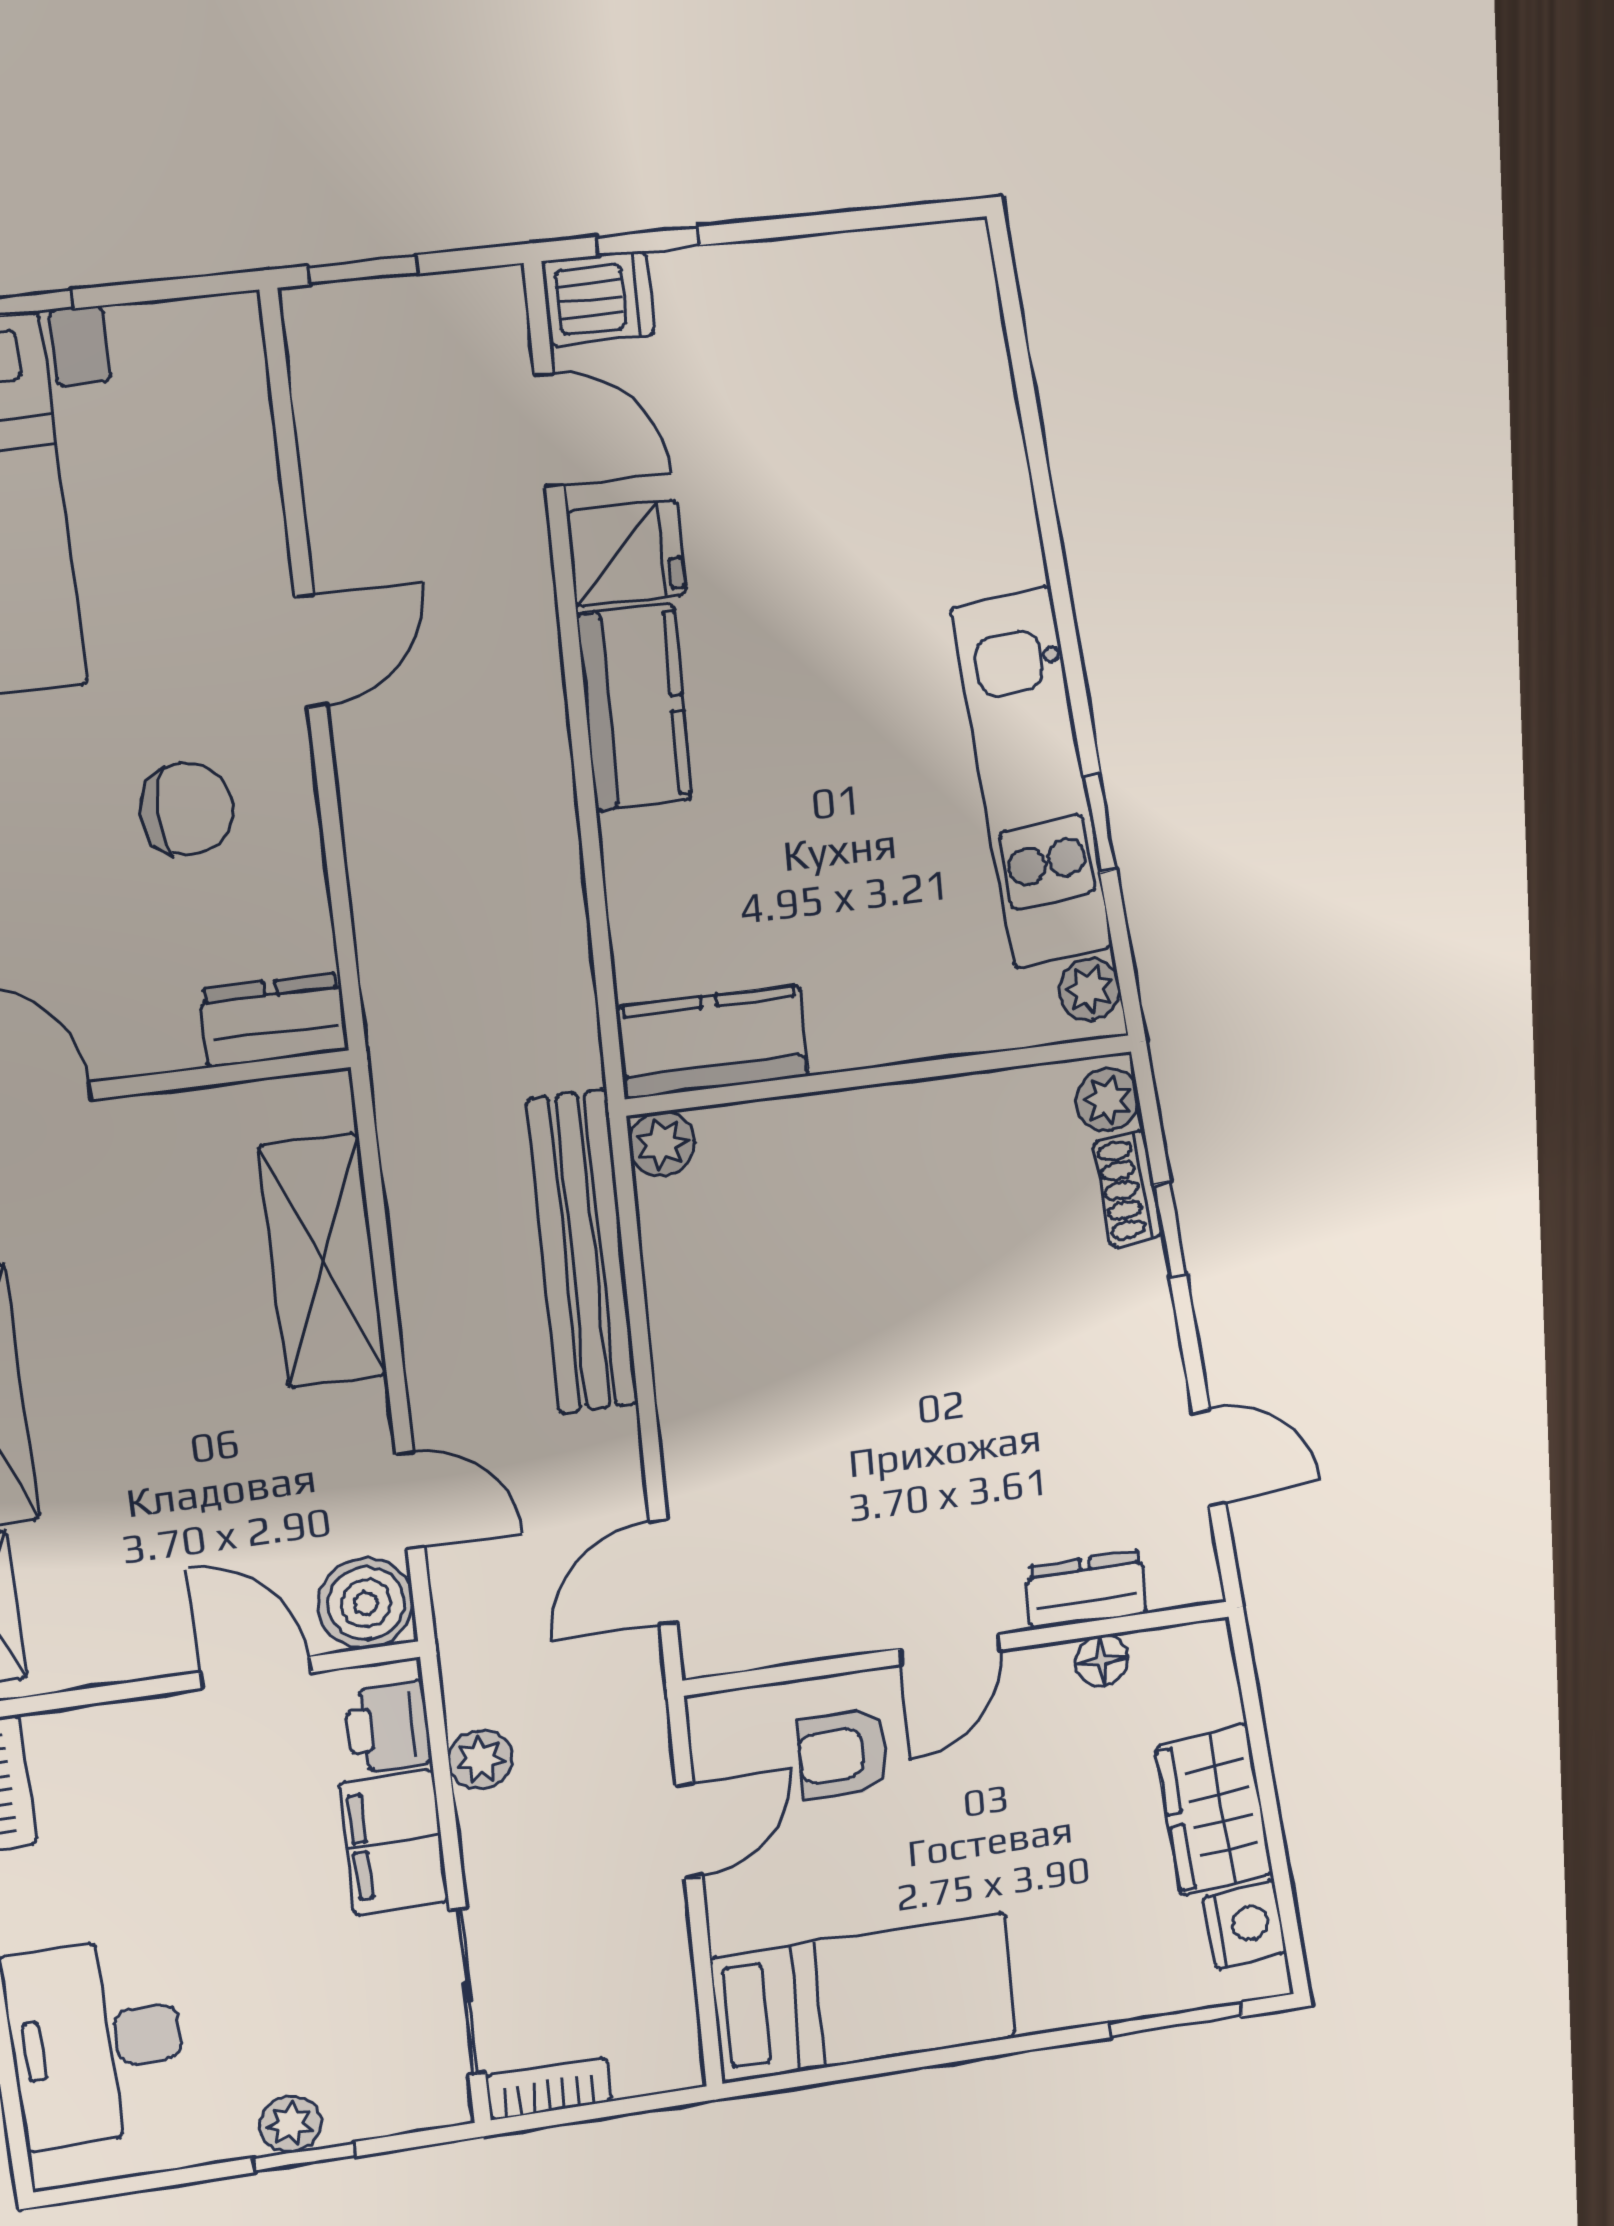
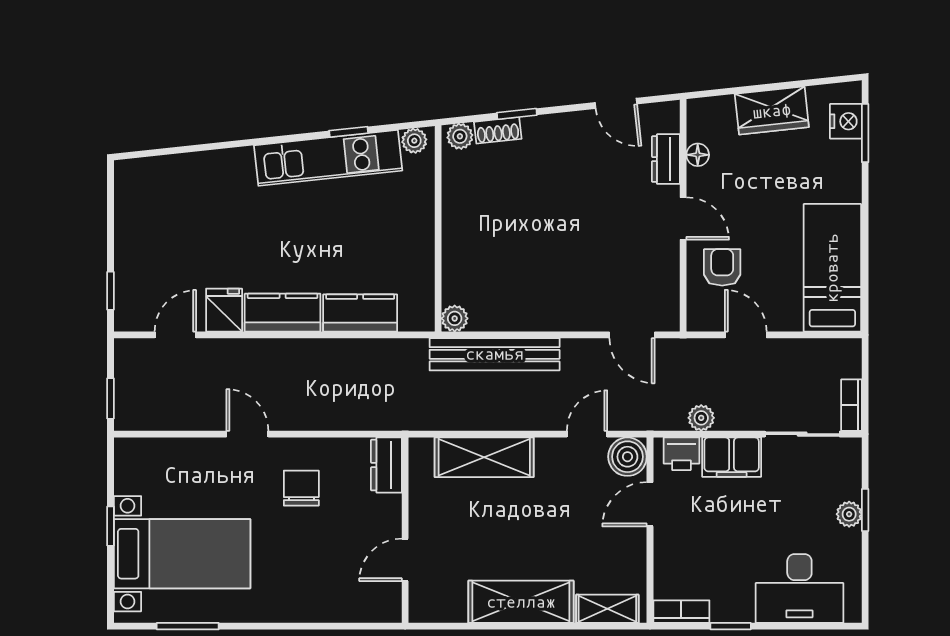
dishwasher: (598, 298) -> (129, 312), removed
kitchen counter: (712, 1042) -> (360, 313), moved, turned 90
door: (1209, 1458) -> (616, 103), swing flipped
armchair: (843, 1754) -> (722, 267), turned 180
nightstand: (1245, 1925) -> (846, 121), moved, turned 96

